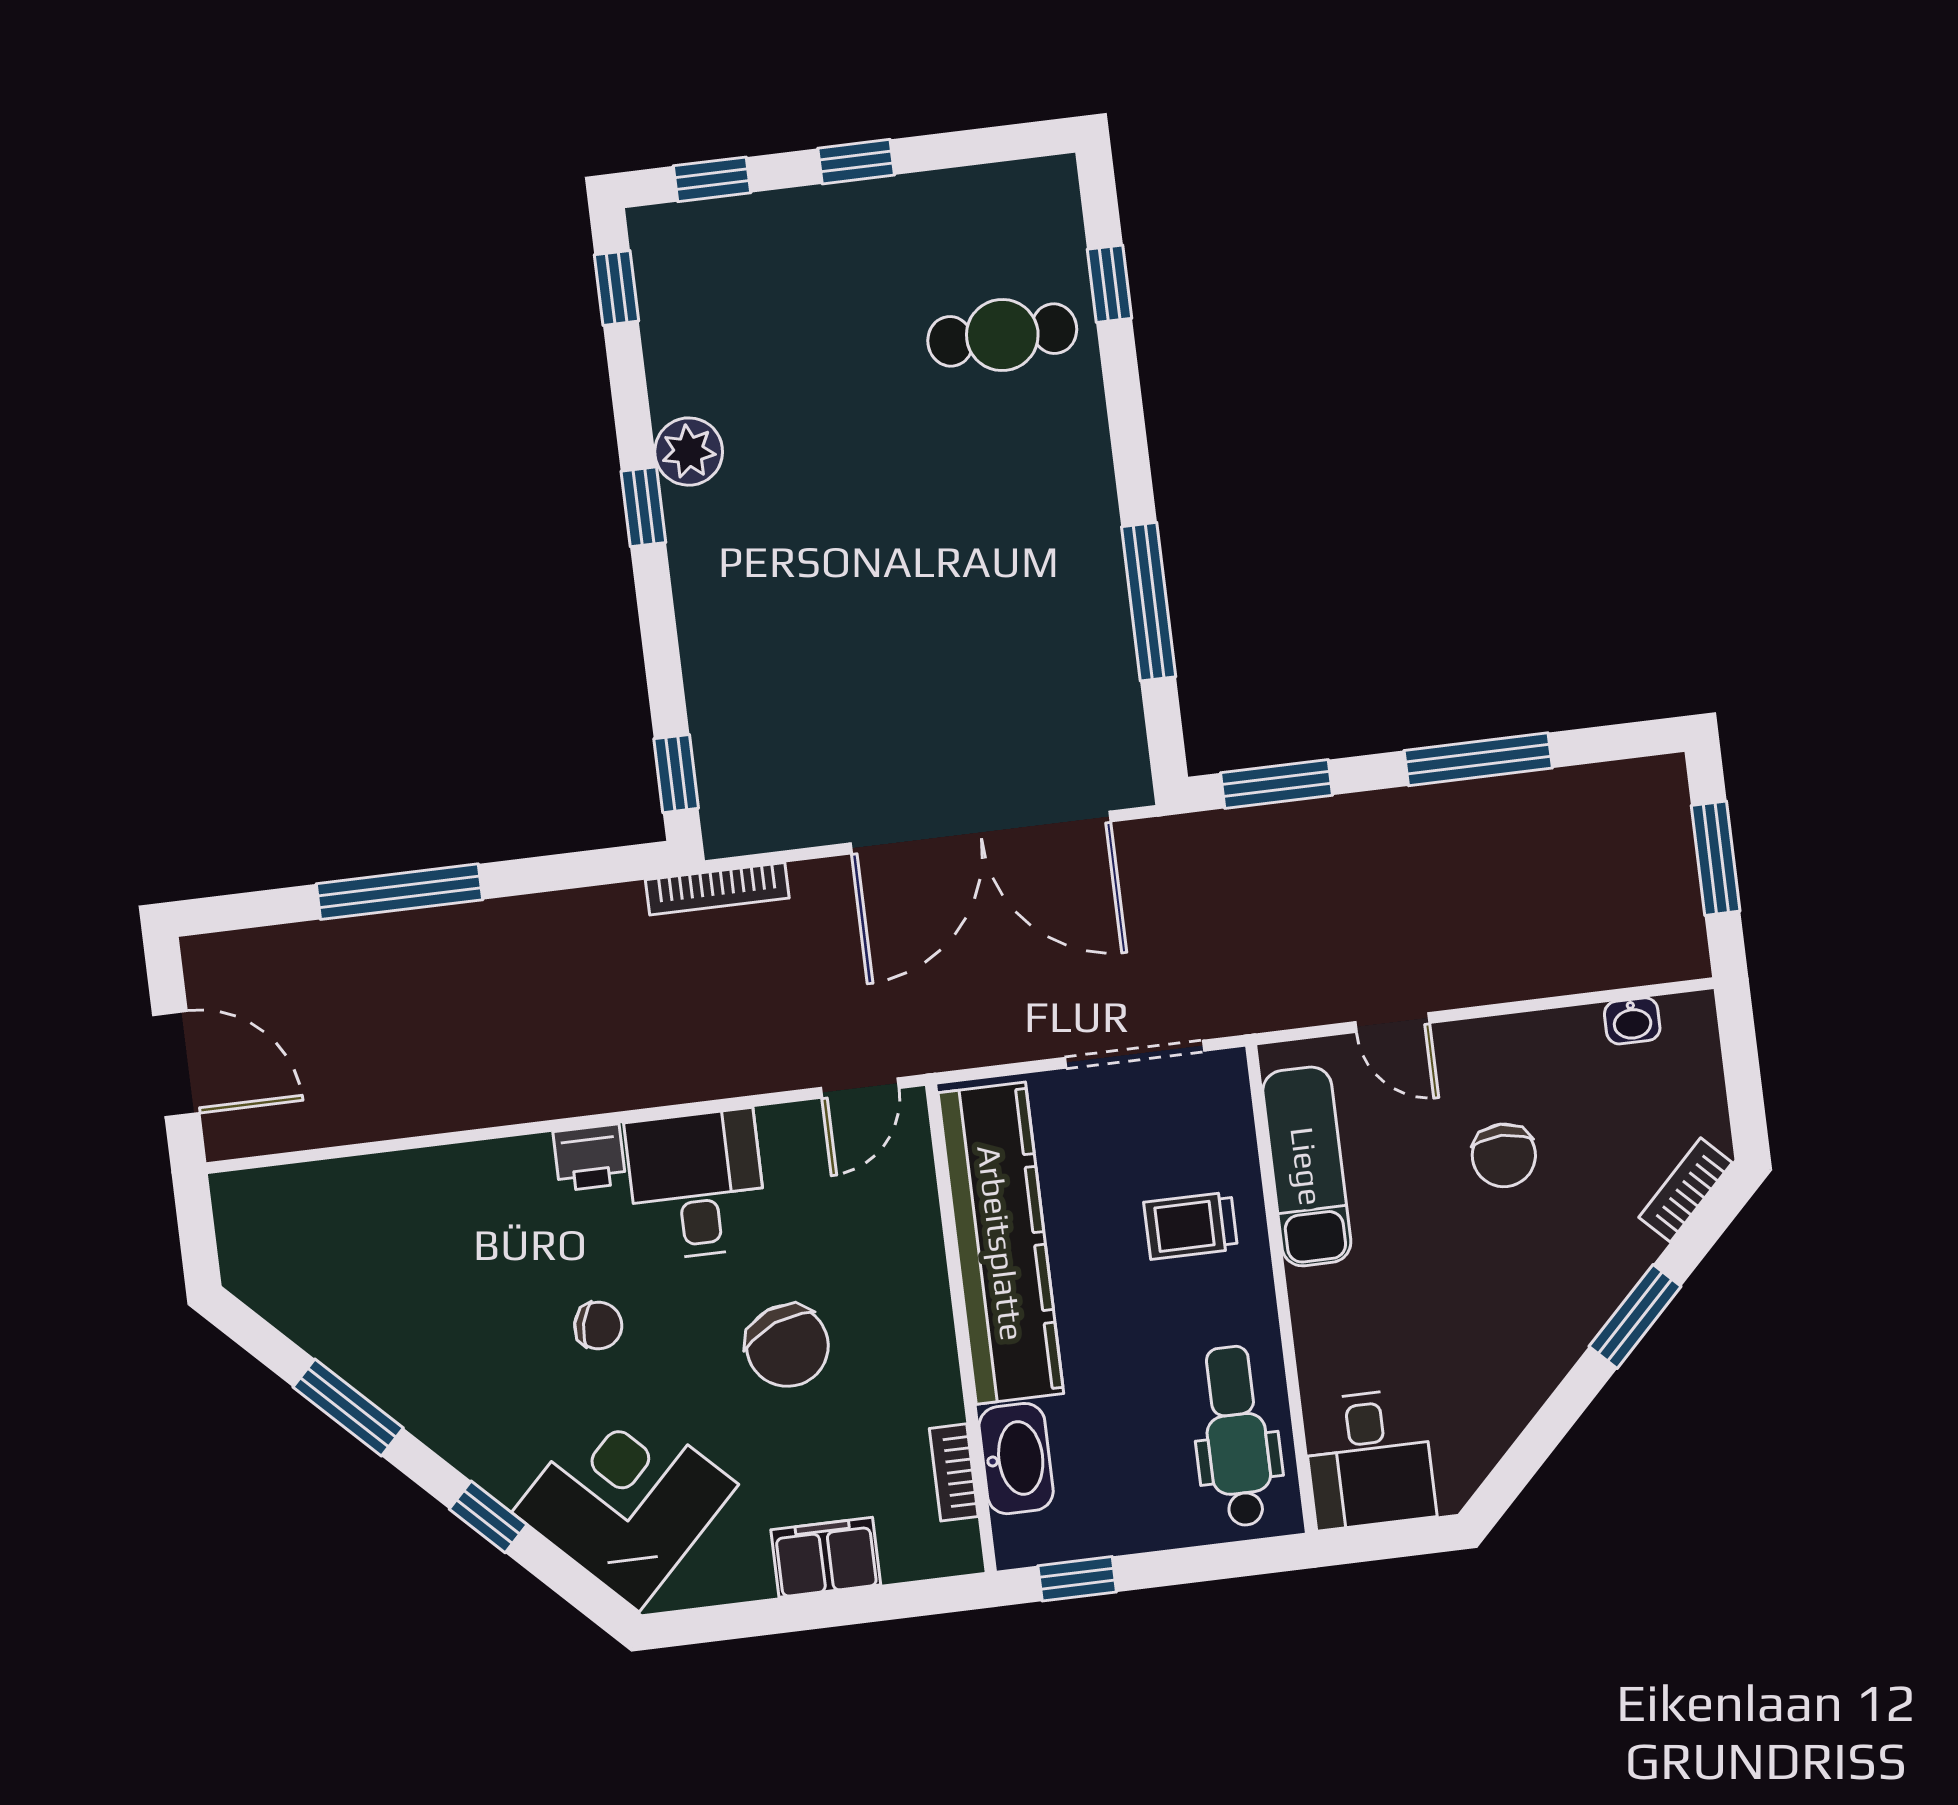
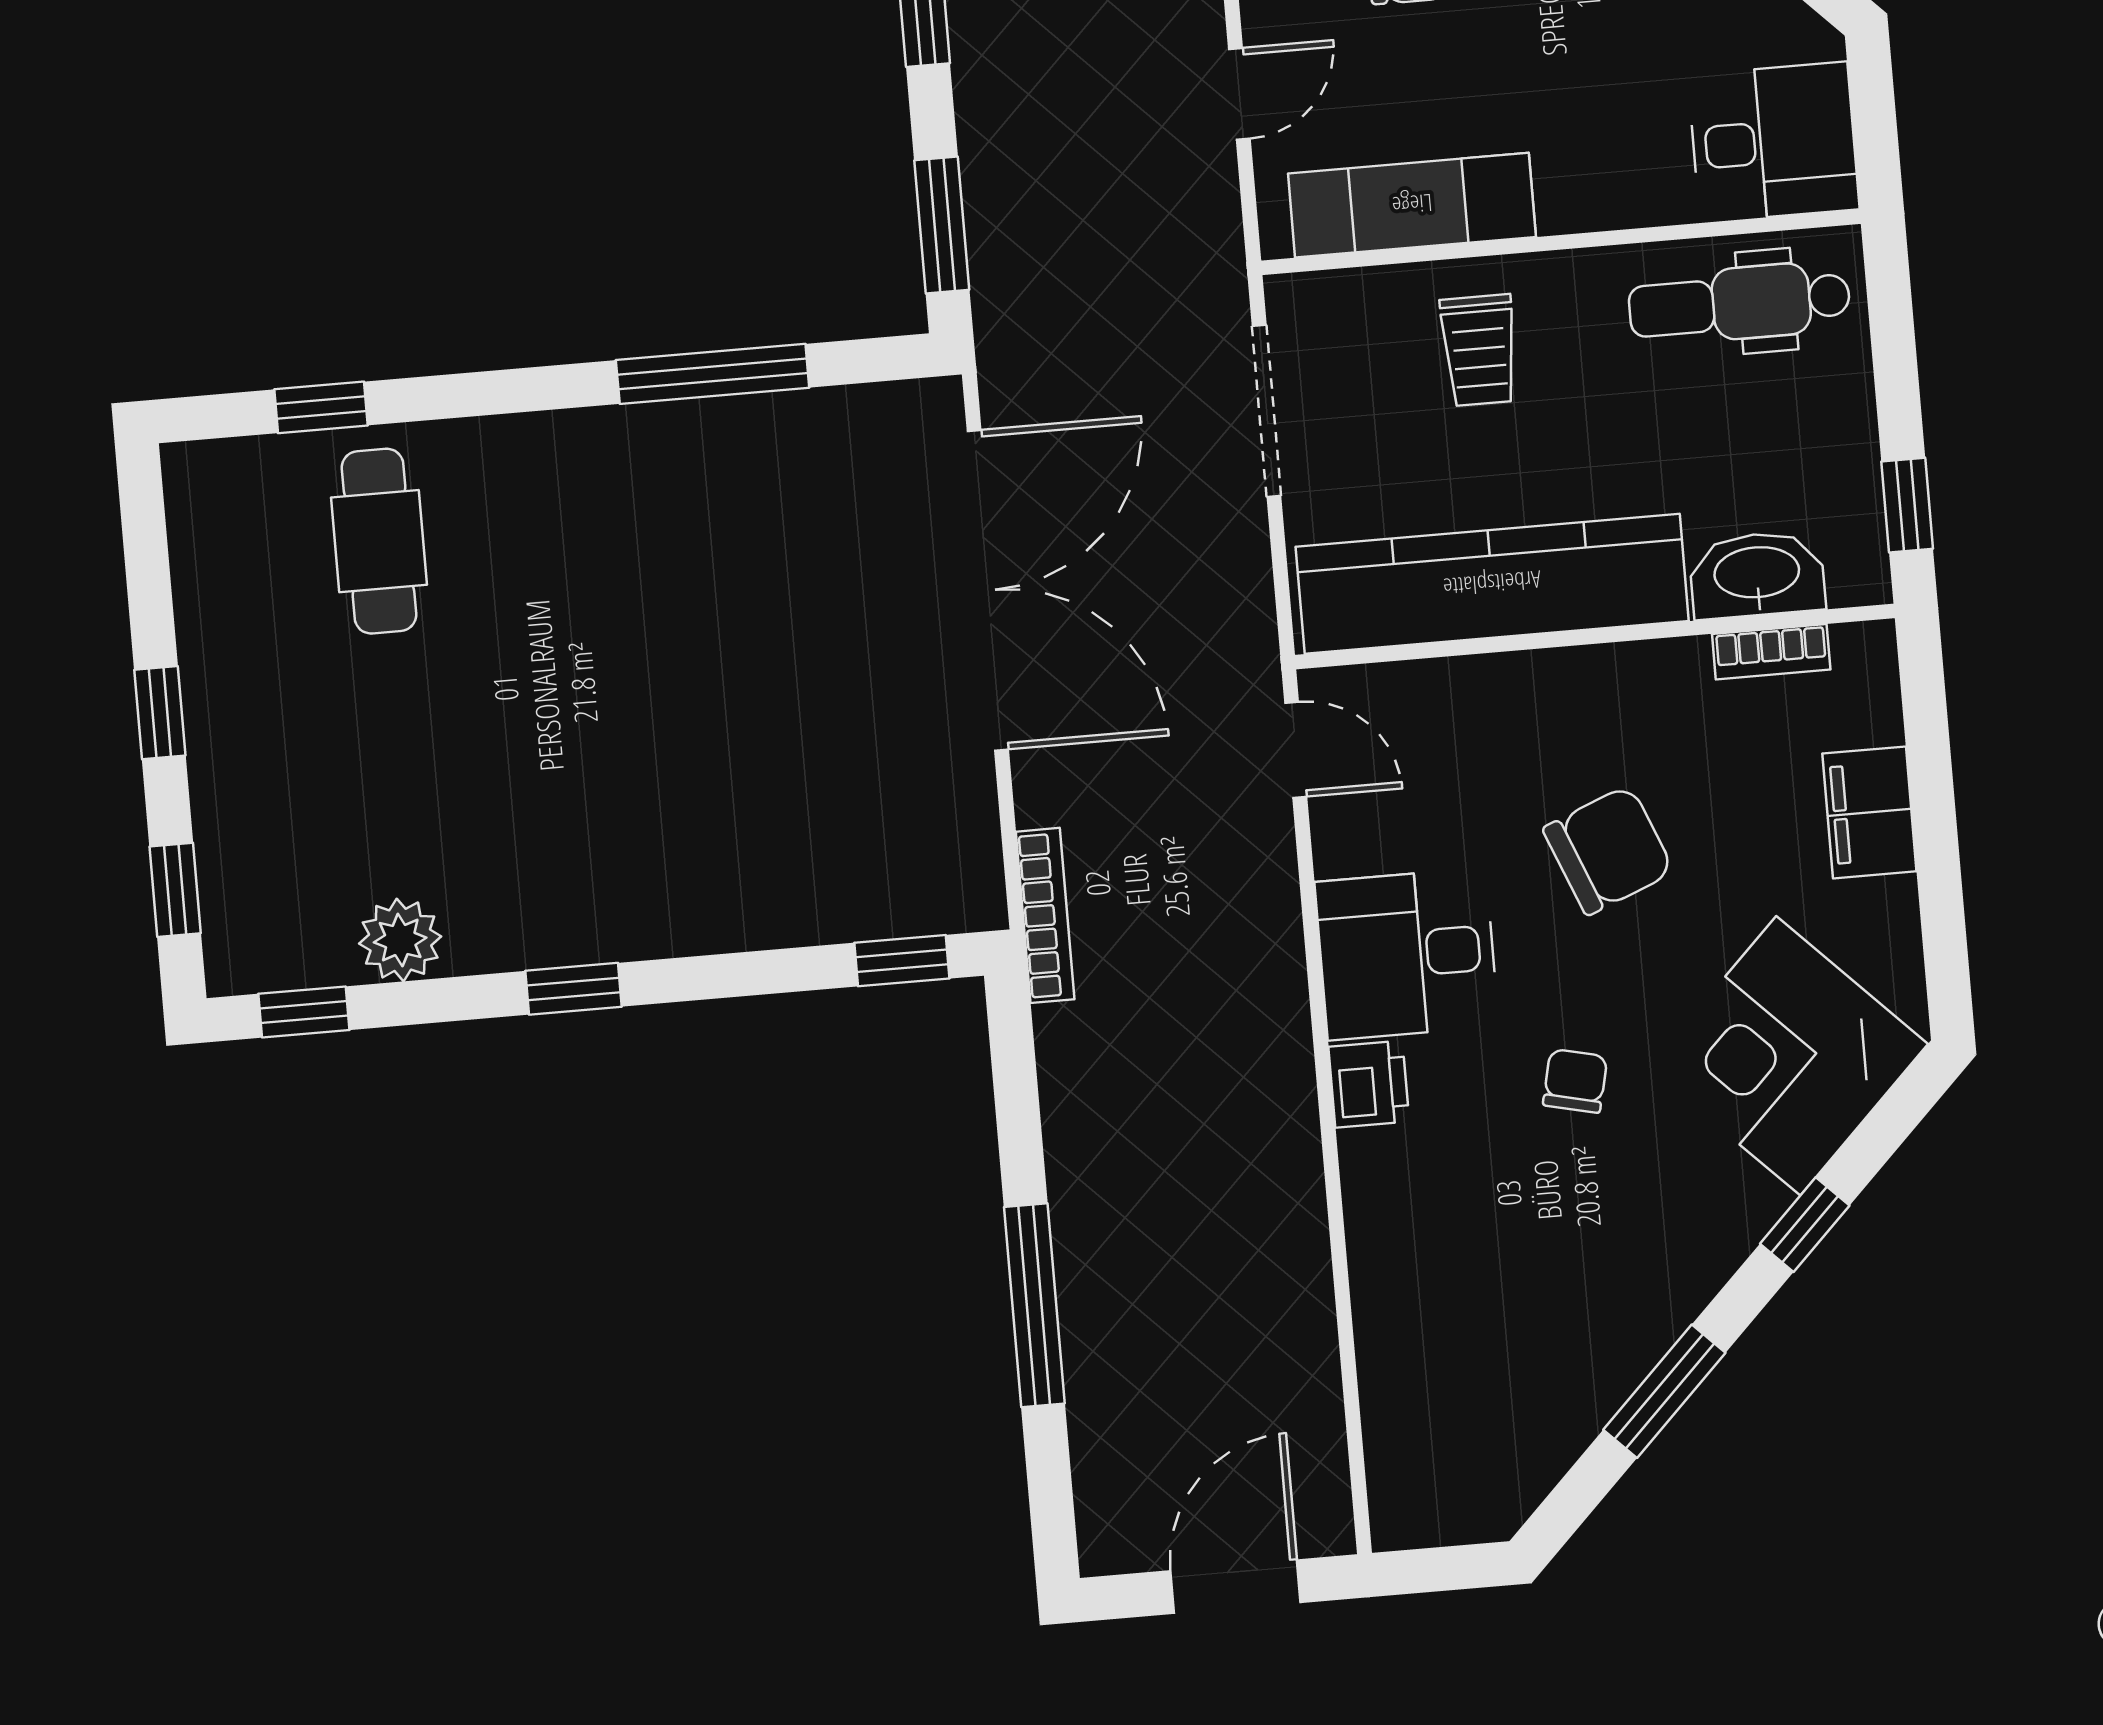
plant: (689, 452) -> (400, 940), moved

